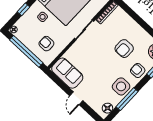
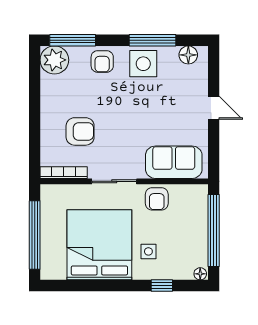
armchair: (46, 44) -> (157, 199), moved
armchair: (124, 49) -> (80, 131), moved
sofa: (67, 73) -> (174, 162), moved, turned 90
door: (76, 98) -> (214, 108), hinge flipped

